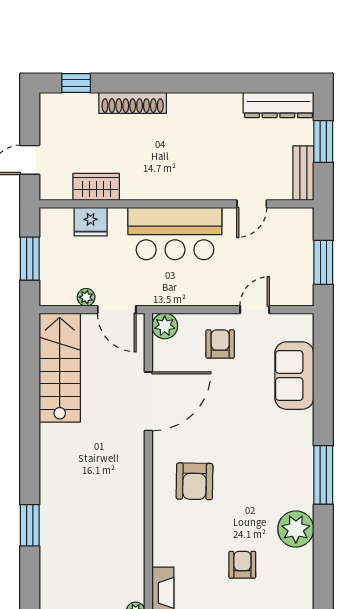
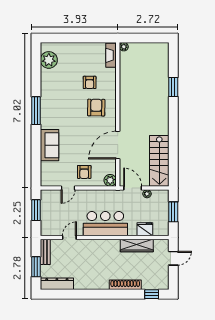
wardrobe: (96, 187) -> (137, 245), width x1.50
sofa: (294, 376) -> (49, 145), moved
plant: (296, 529) -> (49, 60), moved
armchair: (242, 565) -> (90, 82), moved

